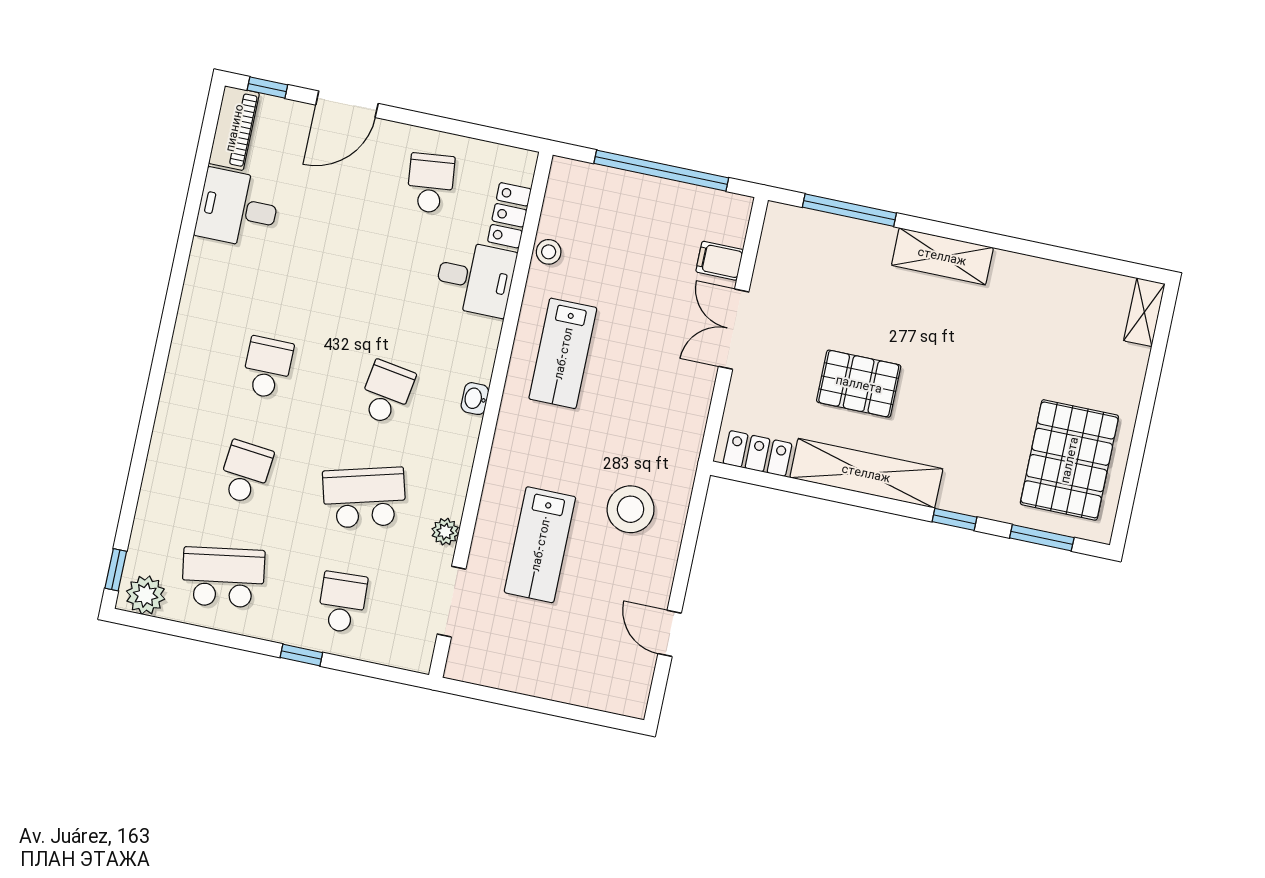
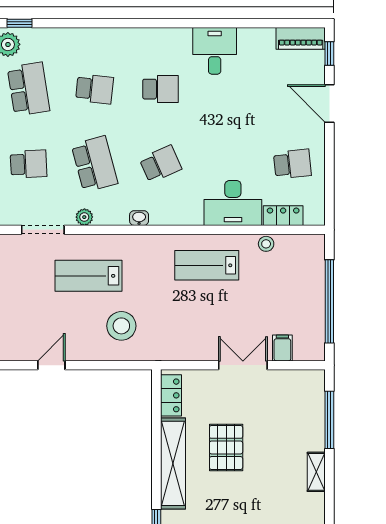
desk: (238, 208) -> (215, 51), moved
shelving: (942, 256) -> (316, 472), width x0.67, depth x0.75
desk: (475, 278) -> (233, 203), width x1.37
school desk: (386, 393) -> (161, 164), turned -33
washbasin: (475, 399) -> (139, 218), moved

